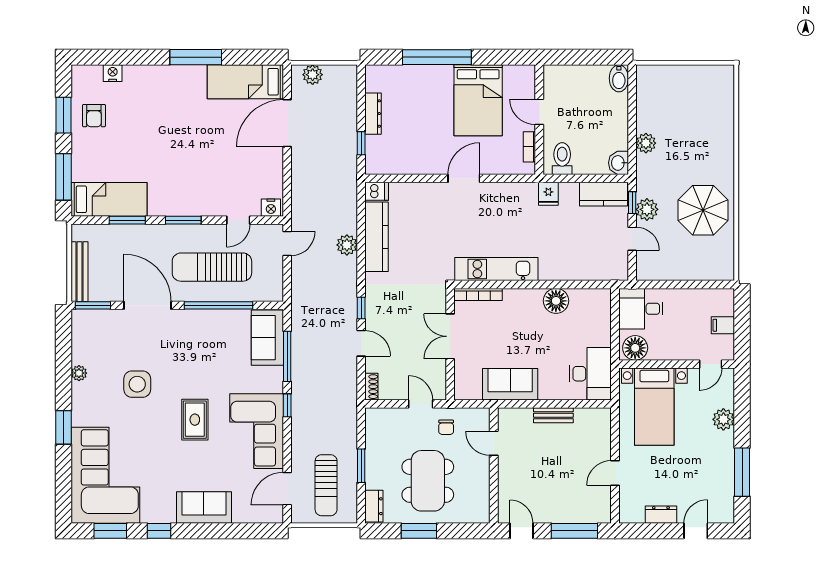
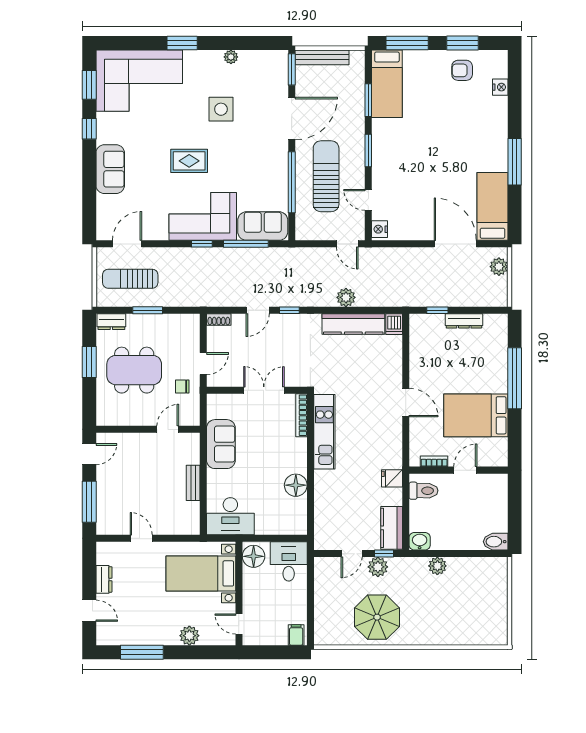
filing cabinet: (723, 325) -> (296, 635), moved
corner sofa: (257, 431) -> (203, 216), moved
door: (287, 489) -> (127, 244), hinge flipped

